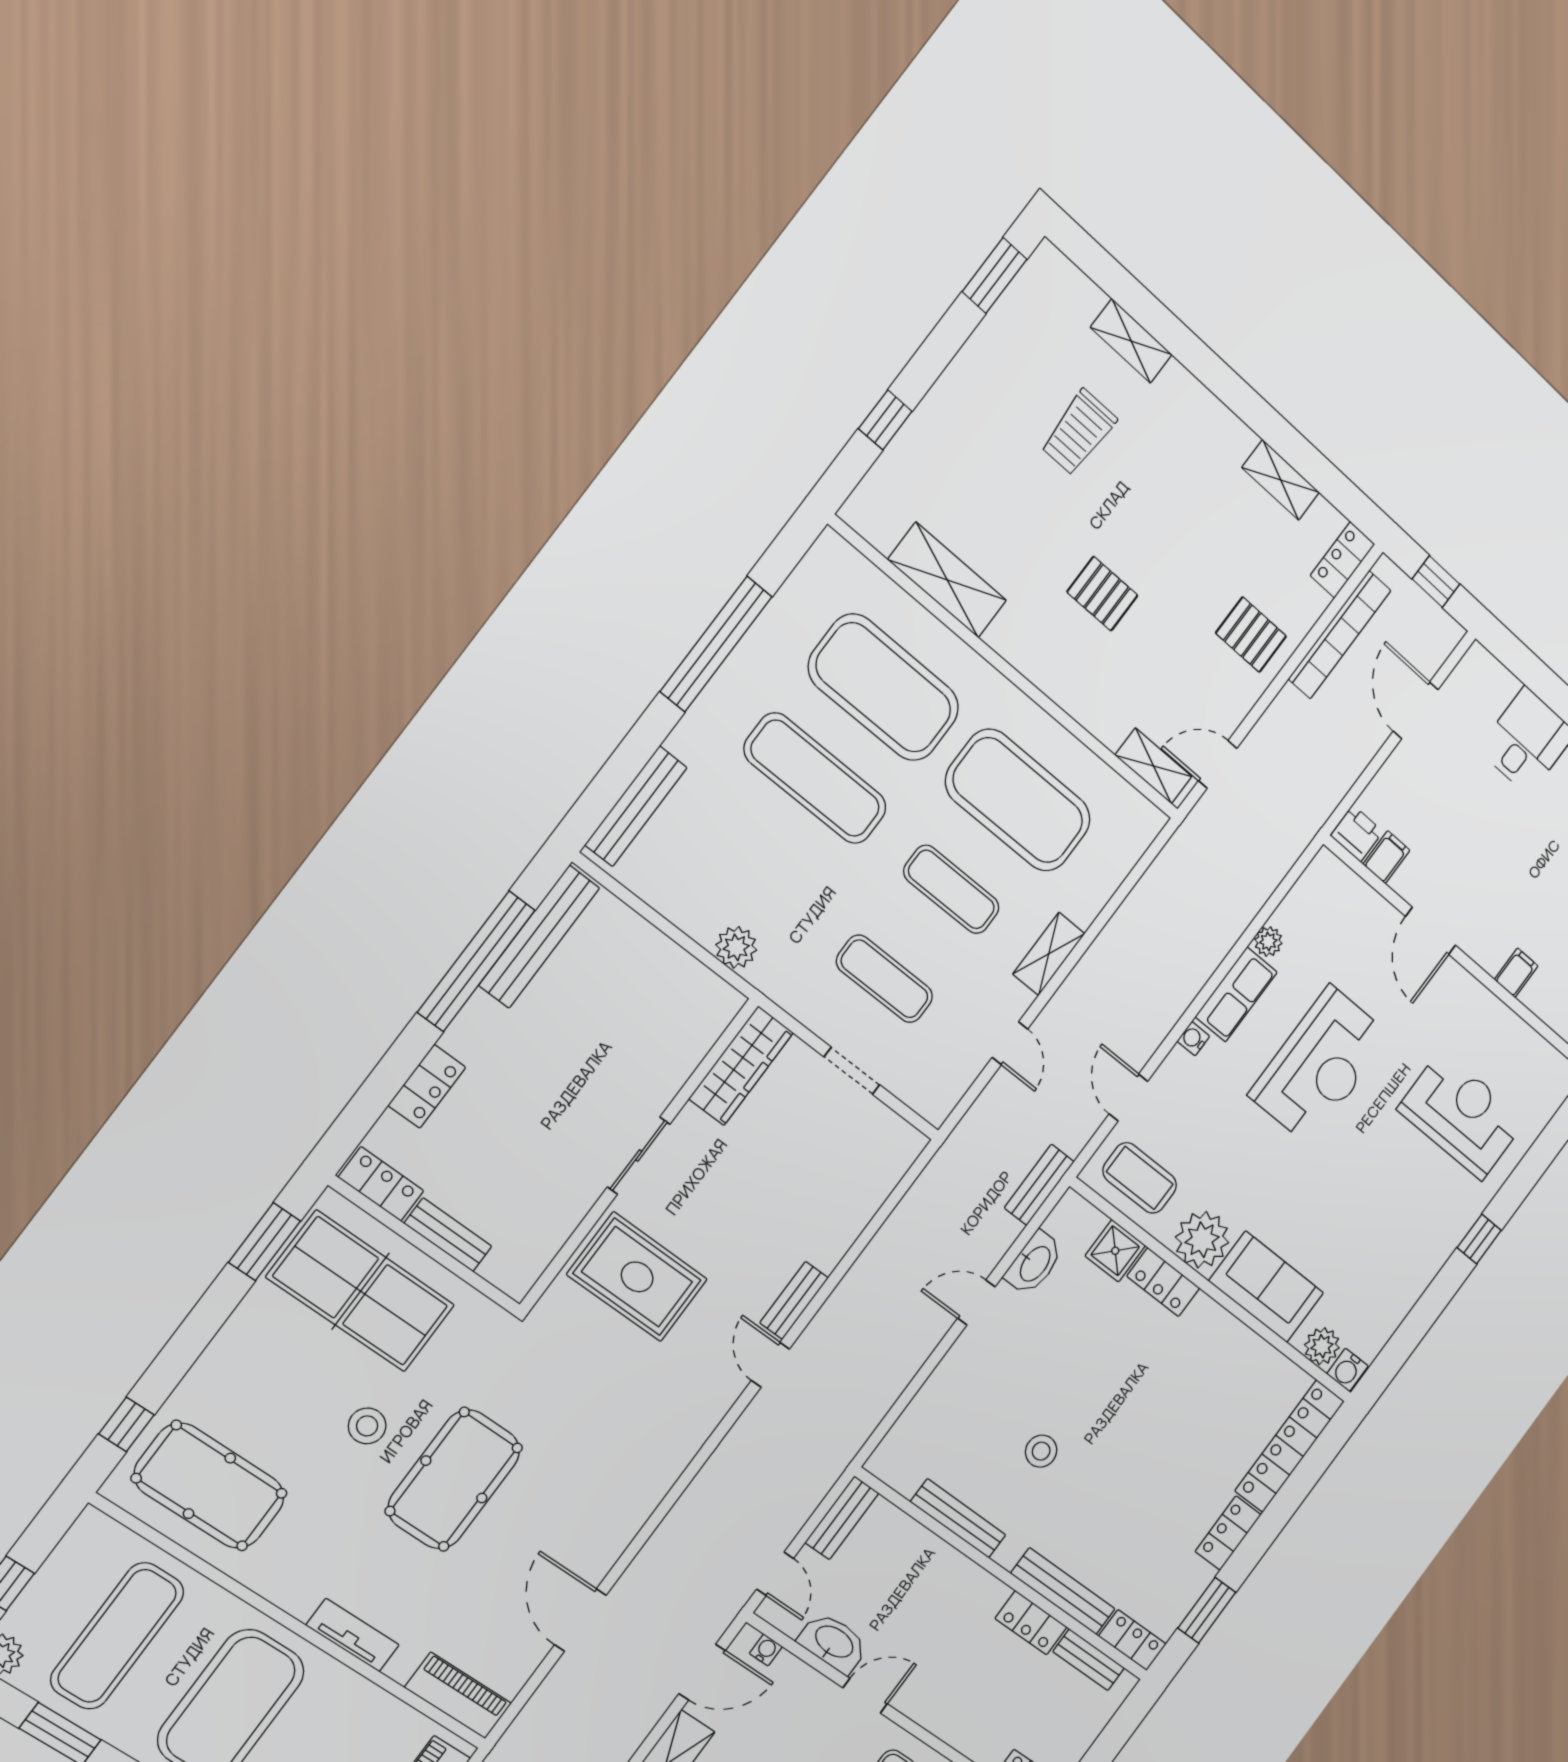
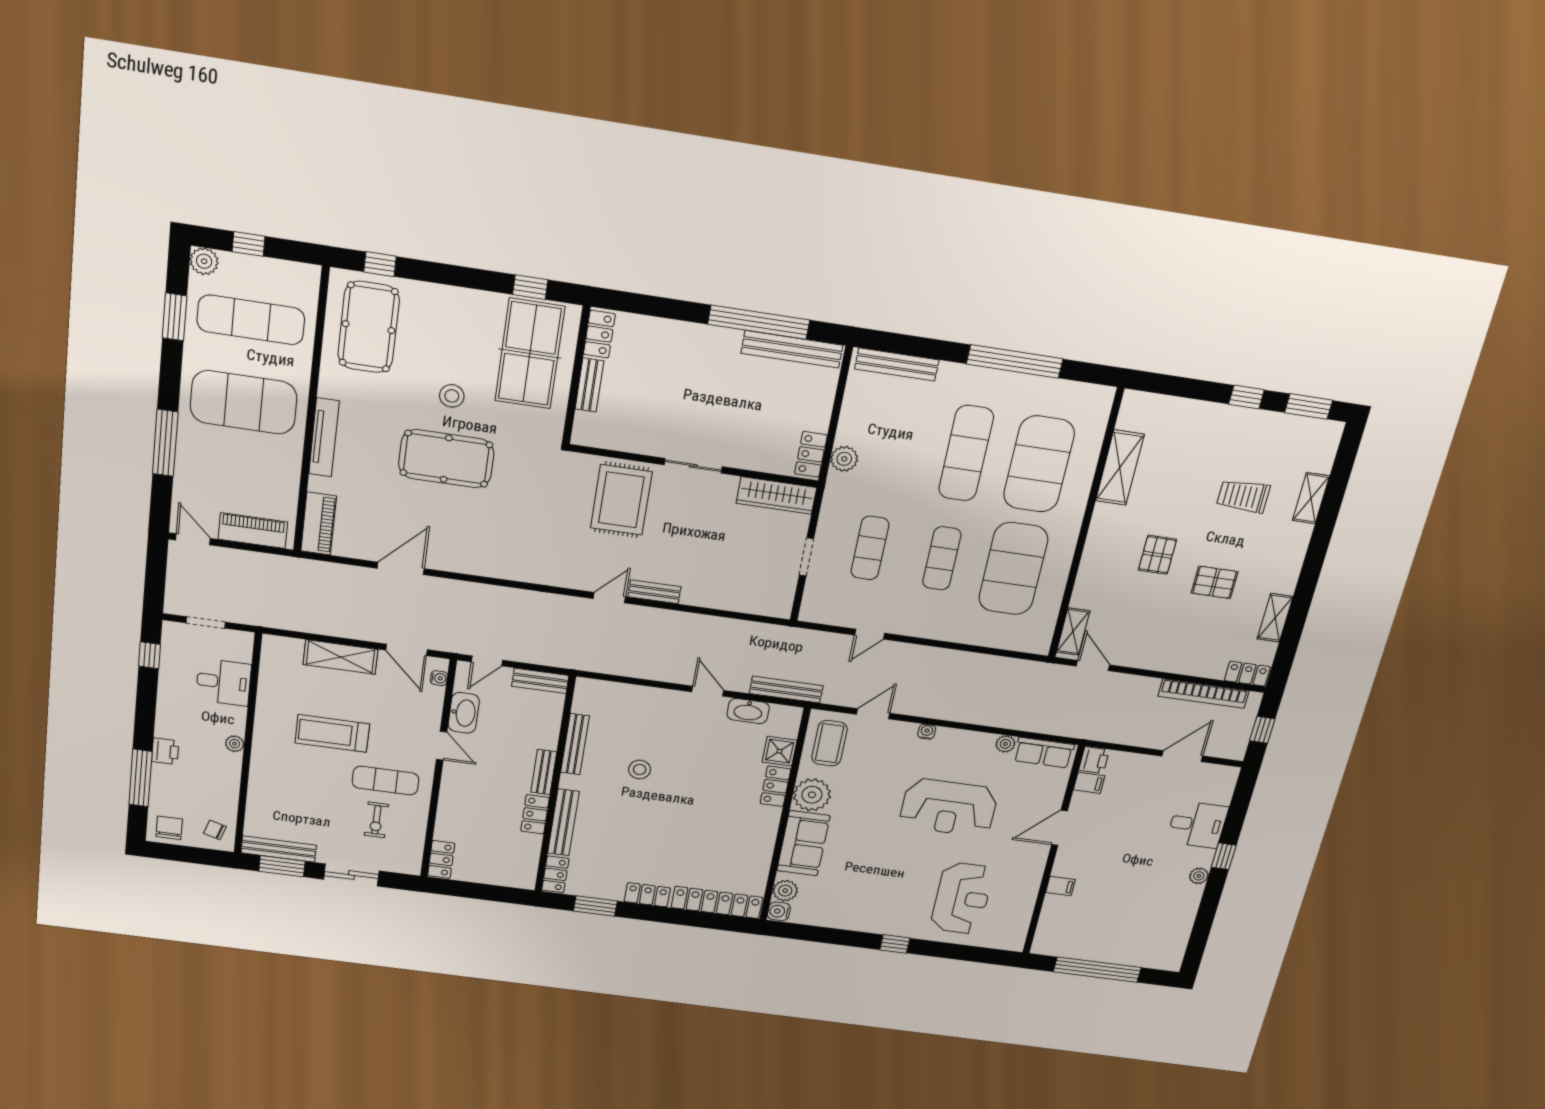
window: (885, 420) -> (1246, 397), moved
pallet: (1251, 635) -> (1215, 582), moved, turned 90
shelving: (1049, 954) -> (933, 629), removed
row of seats: (1236, 994) -> (1044, 753), moved
locker: (427, 1086) -> (811, 454), moved, turned 90
bench: (1039, 1185) -> (786, 690), width x1.36
window: (264, 1242) -> (530, 287), width x0.67
tv unit: (353, 1635) -> (324, 437), width x1.41
bench: (1089, 1660) -> (544, 772), moved

